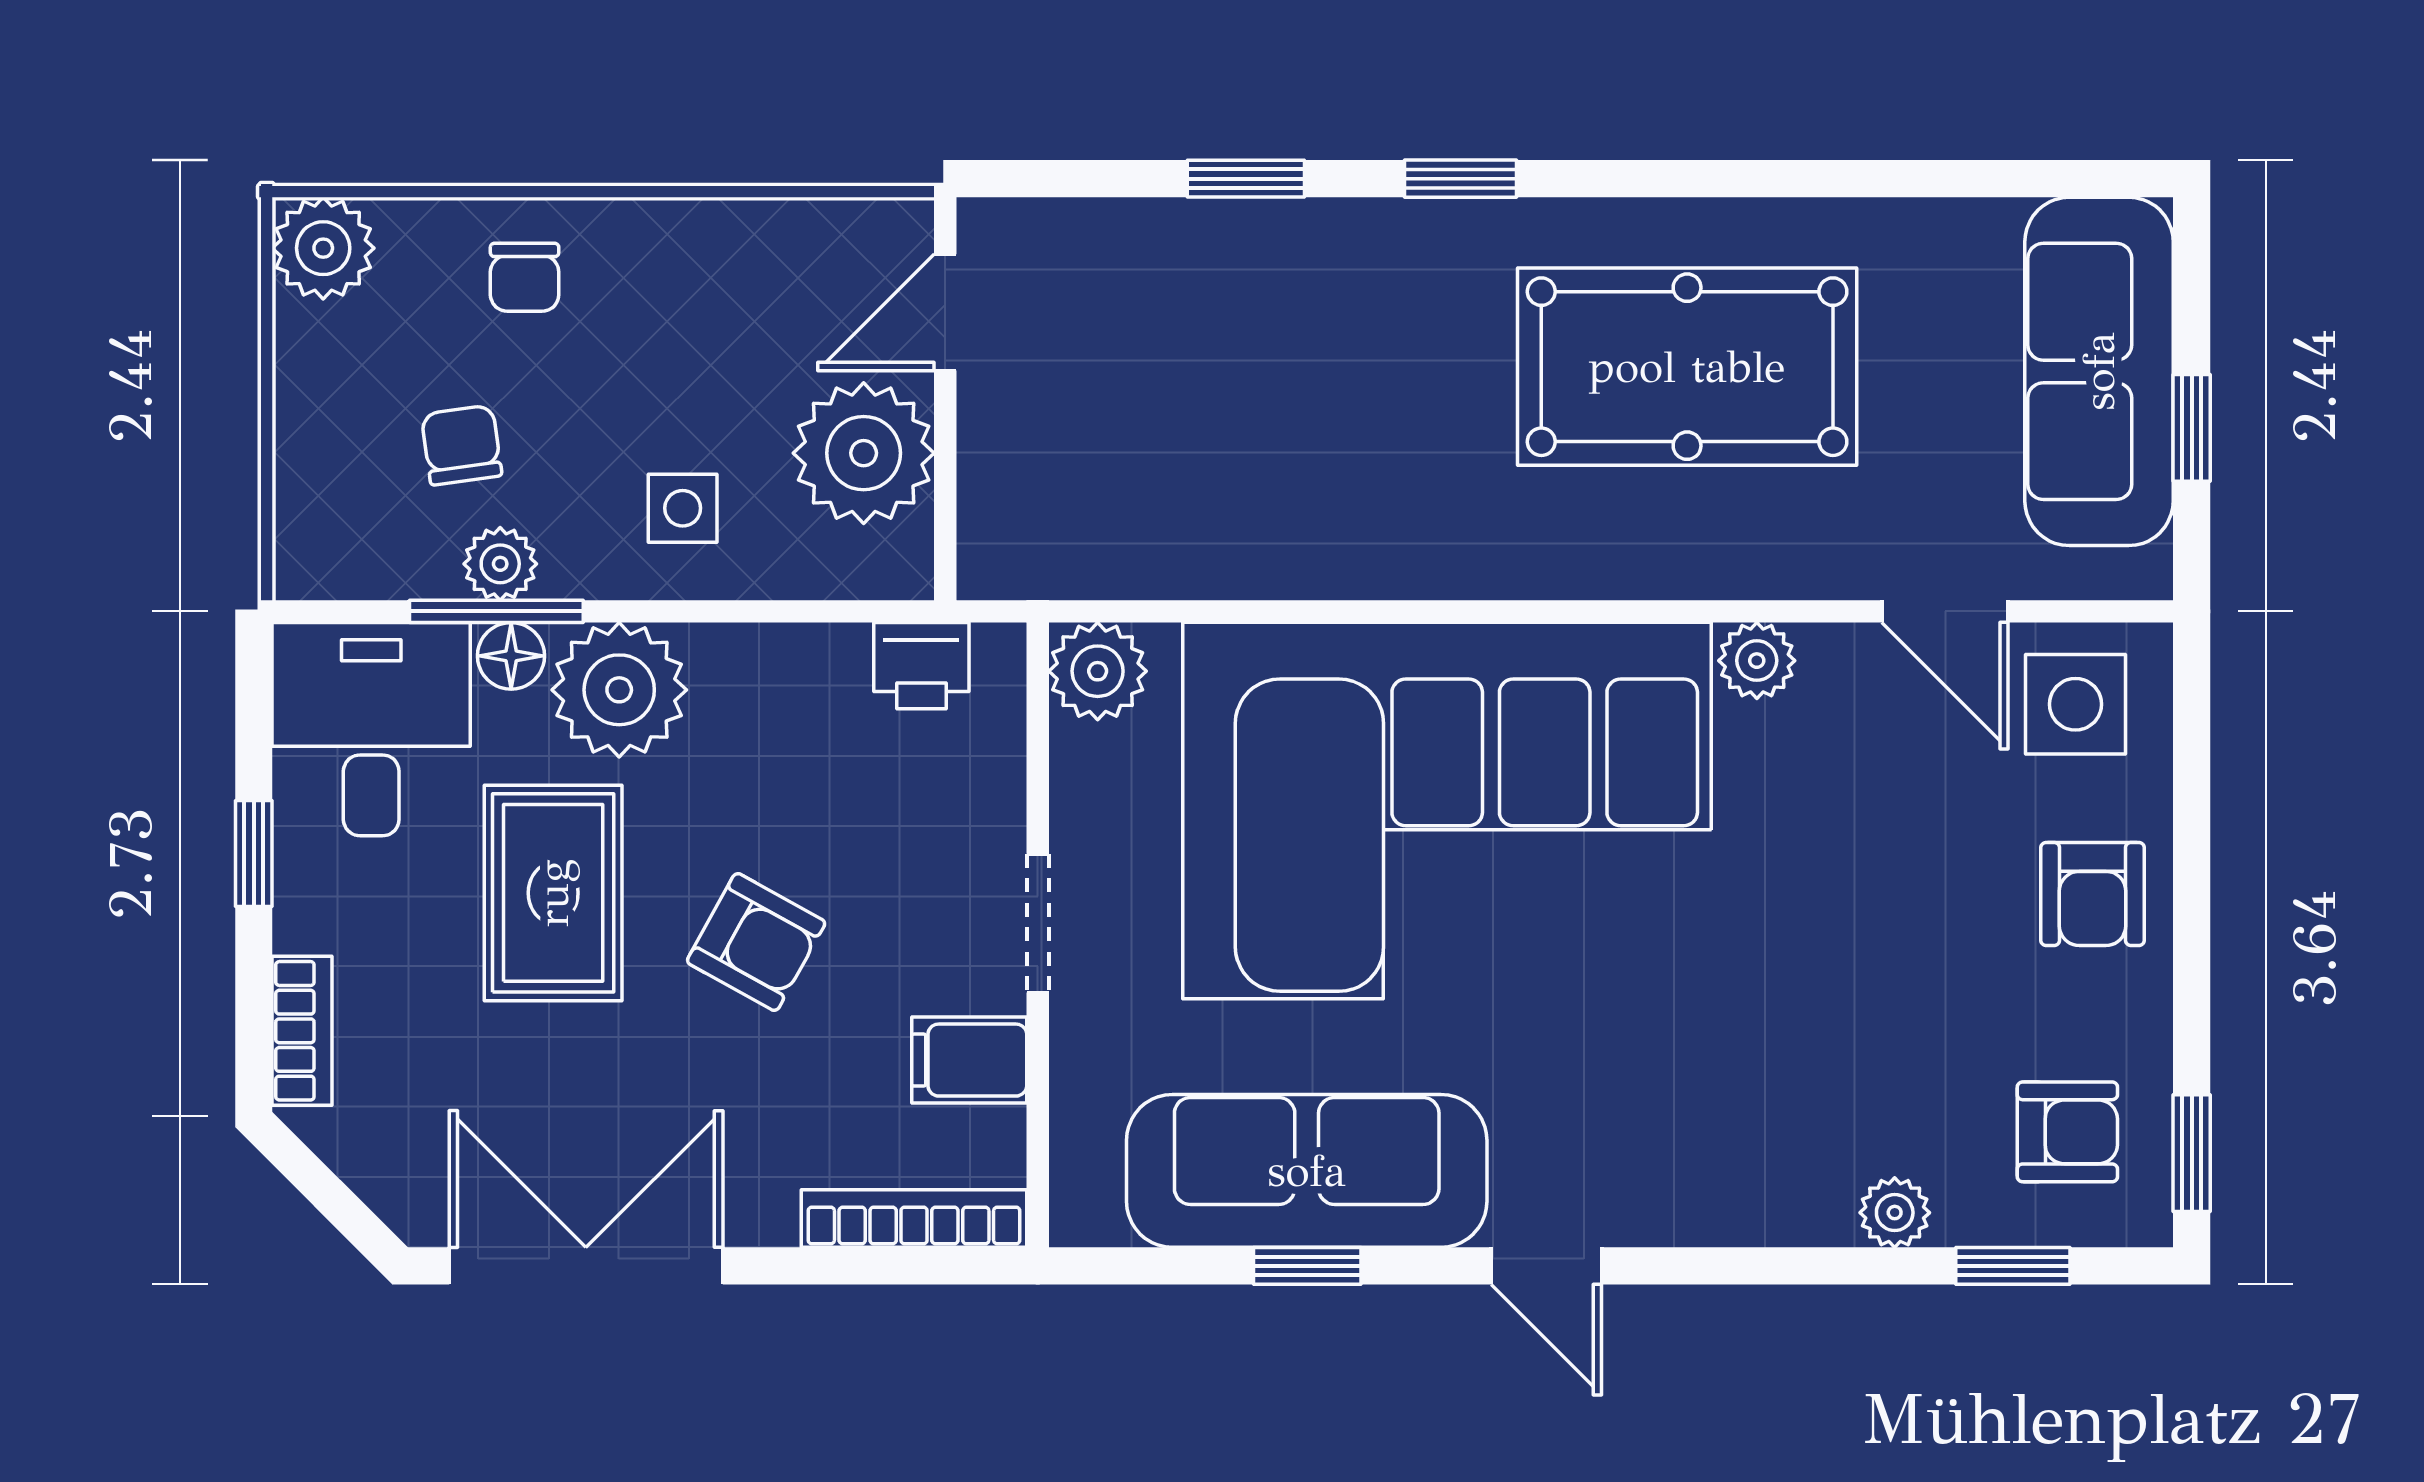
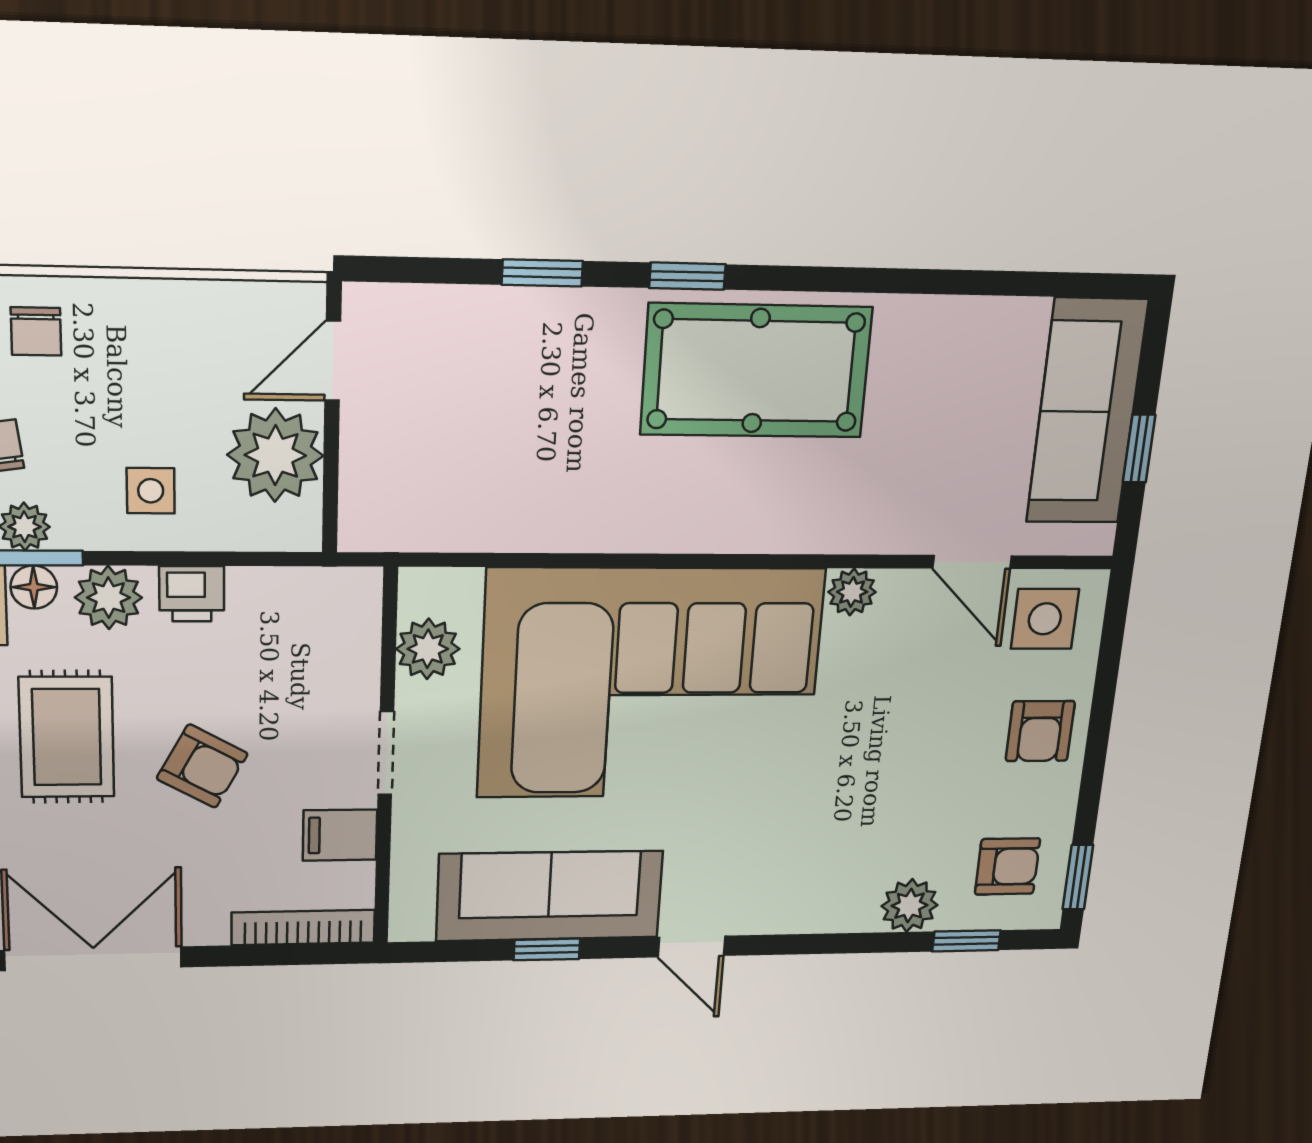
pool table: (1687, 367) -> (756, 371), moved
printer: (921, 666) -> (192, 594), moved
plant: (1098, 671) -> (428, 649), moved
plant: (619, 690) -> (109, 598), width x0.73, depth x0.73
plant: (1895, 1213) -> (910, 906), width x1.38, depth x1.38

